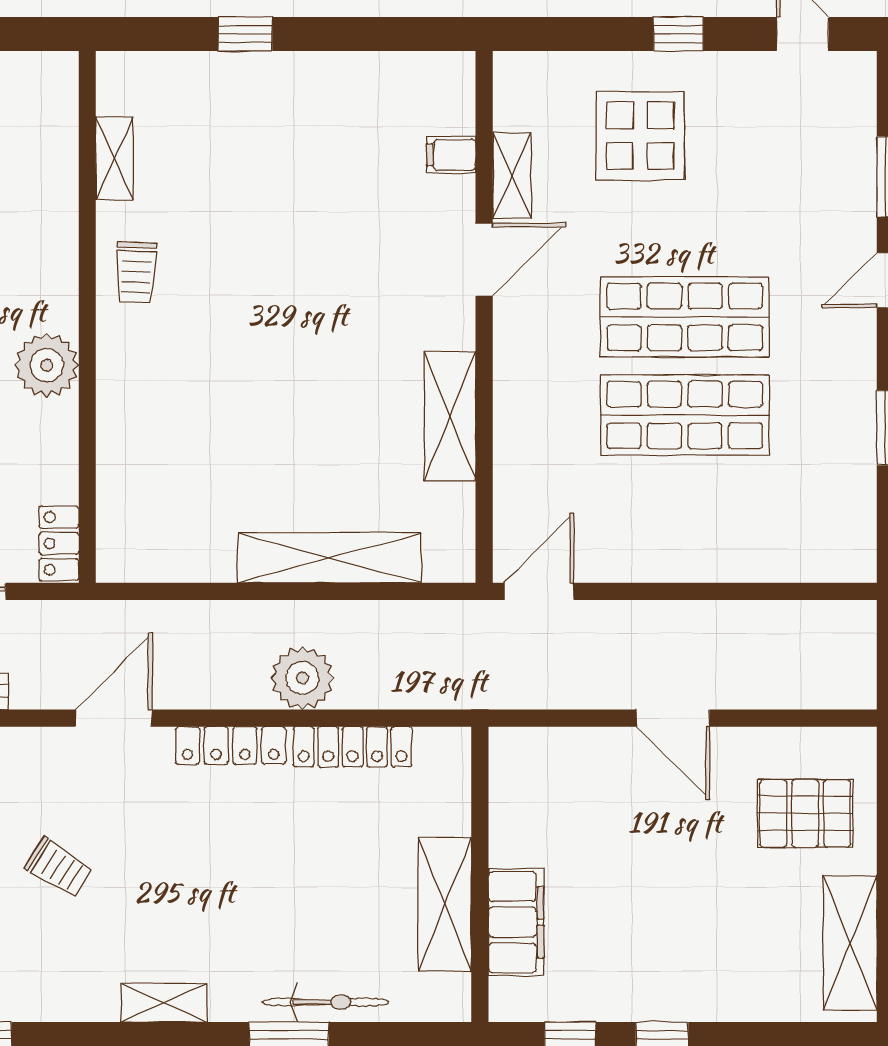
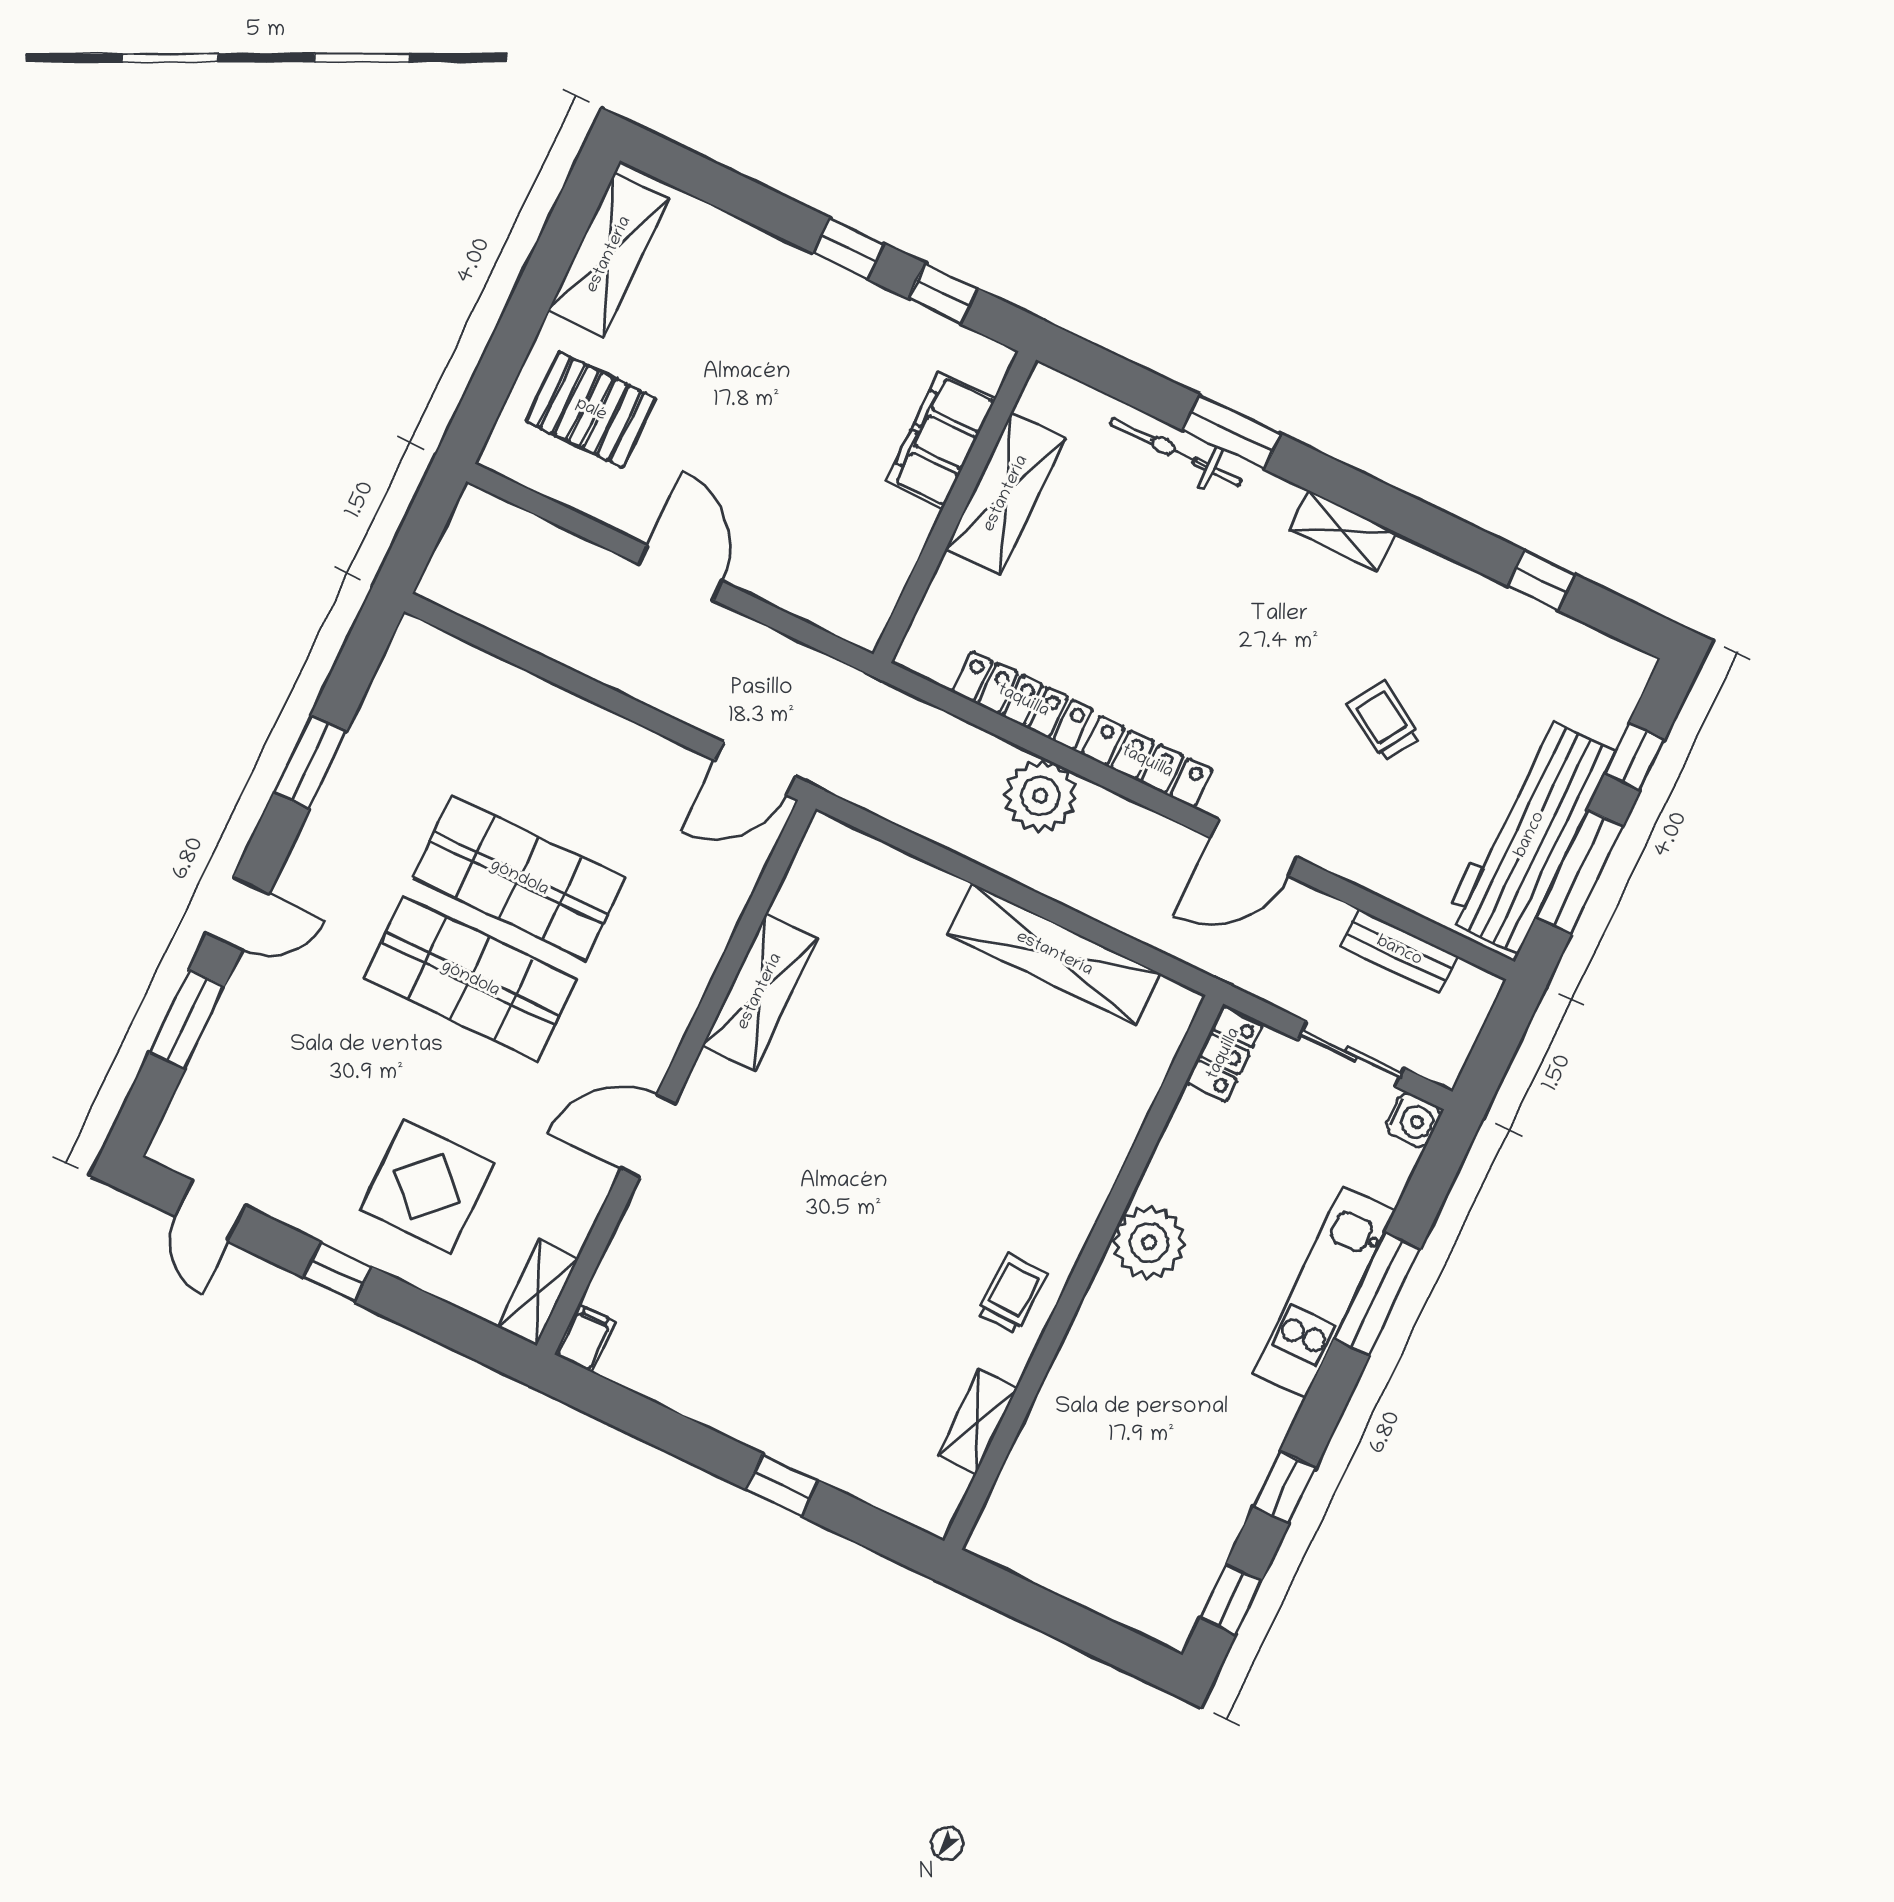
filing cabinet: (451, 155) -> (585, 1338), moved, turned -90
shelving: (512, 175) -> (538, 1293), moved
shelving: (329, 558) -> (1054, 954), moved

